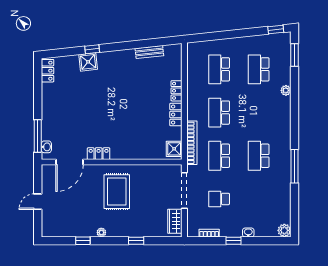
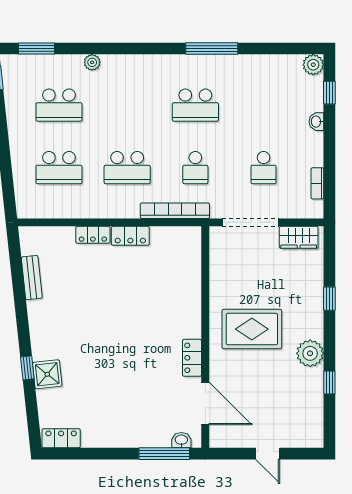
shower: (174, 149) -> (184, 239), removed
school desk: (219, 156) -> (195, 168), width x0.54
plant: (101, 232) -> (310, 353), width x1.88, depth x1.88
window: (234, 241) -> (329, 93), moved

